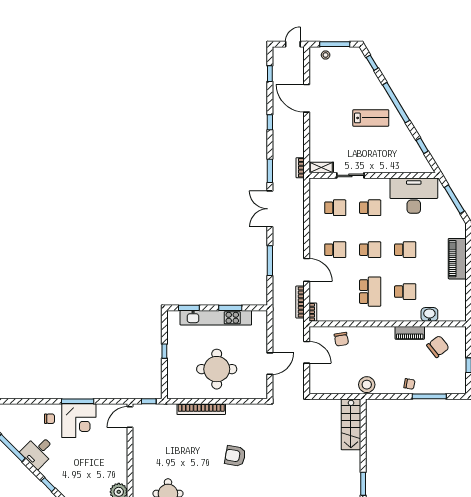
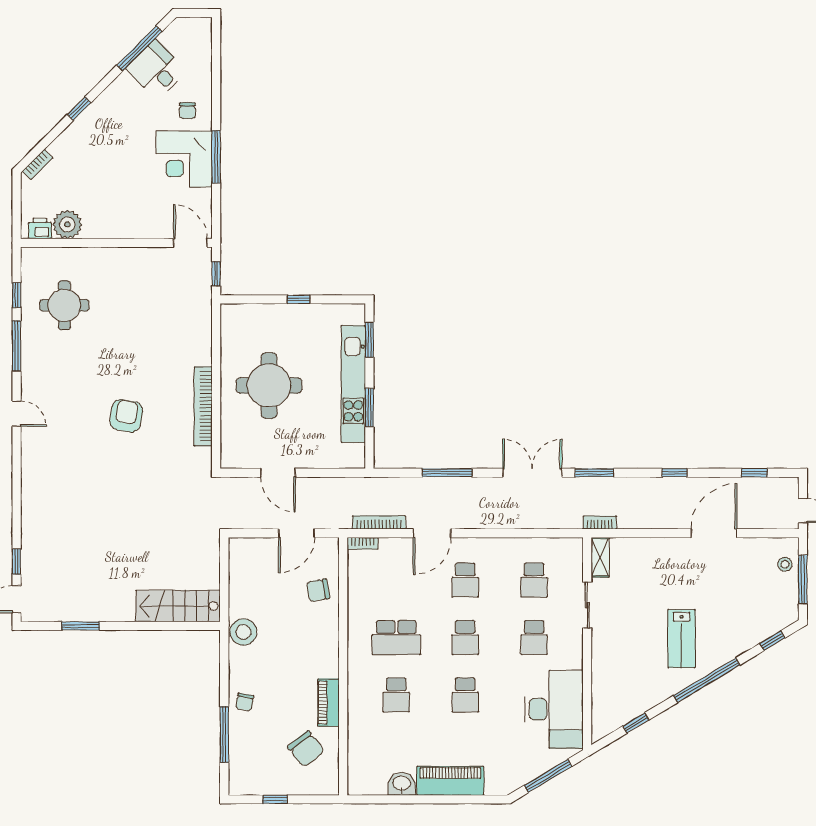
washbasin: (429, 314) -> (402, 784), moved, turned -90
bookcase: (201, 409) -> (203, 406), moved
desk: (38, 451) -> (156, 70), moved

